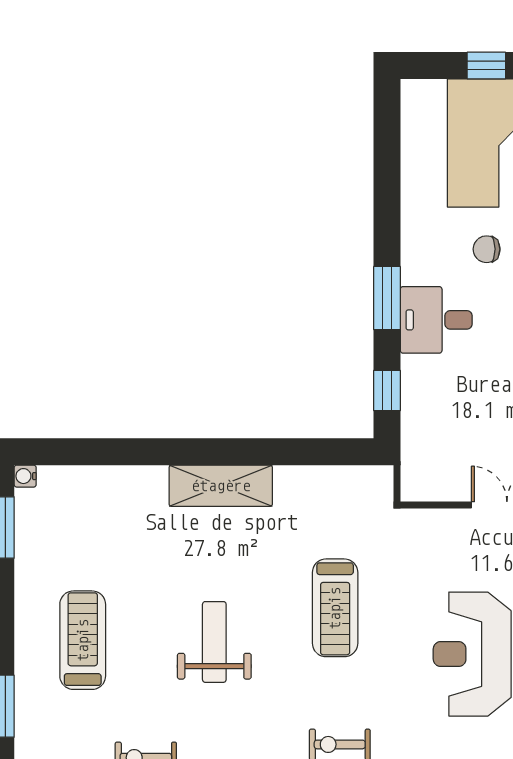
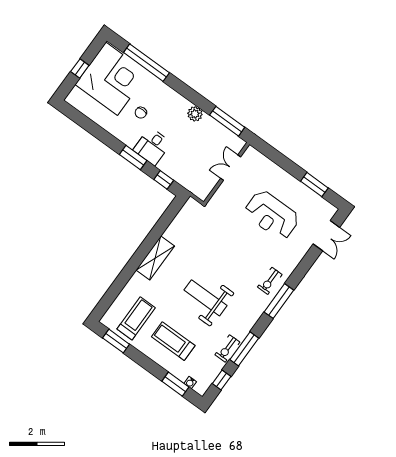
water cooler: (25, 476) -> (190, 383), moved
treadmill: (335, 608) -> (136, 318), moved, turned -90
weight bench: (214, 642) -> (206, 298), width x1.36, depth x1.33

